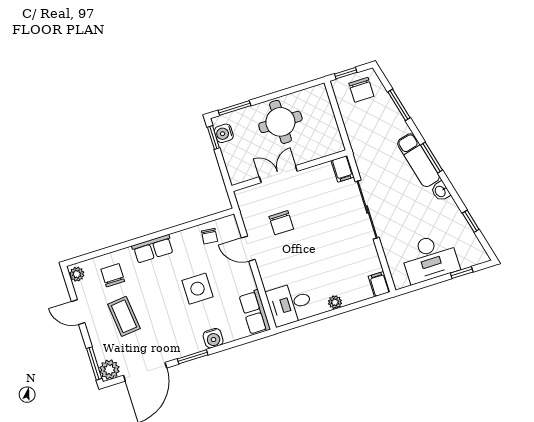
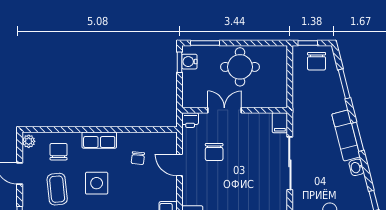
printer: (244, 196) -> (190, 120), added
chair: (209, 236) -> (138, 158), moved
side table: (198, 289) -> (97, 183), moved

